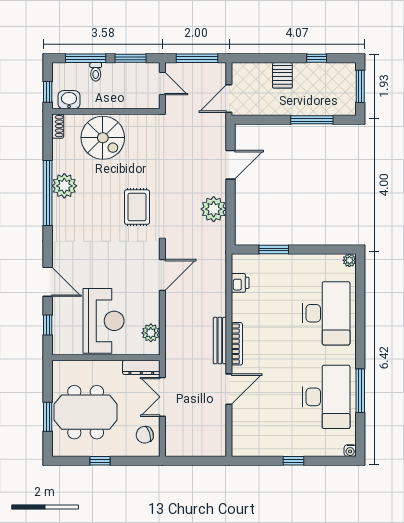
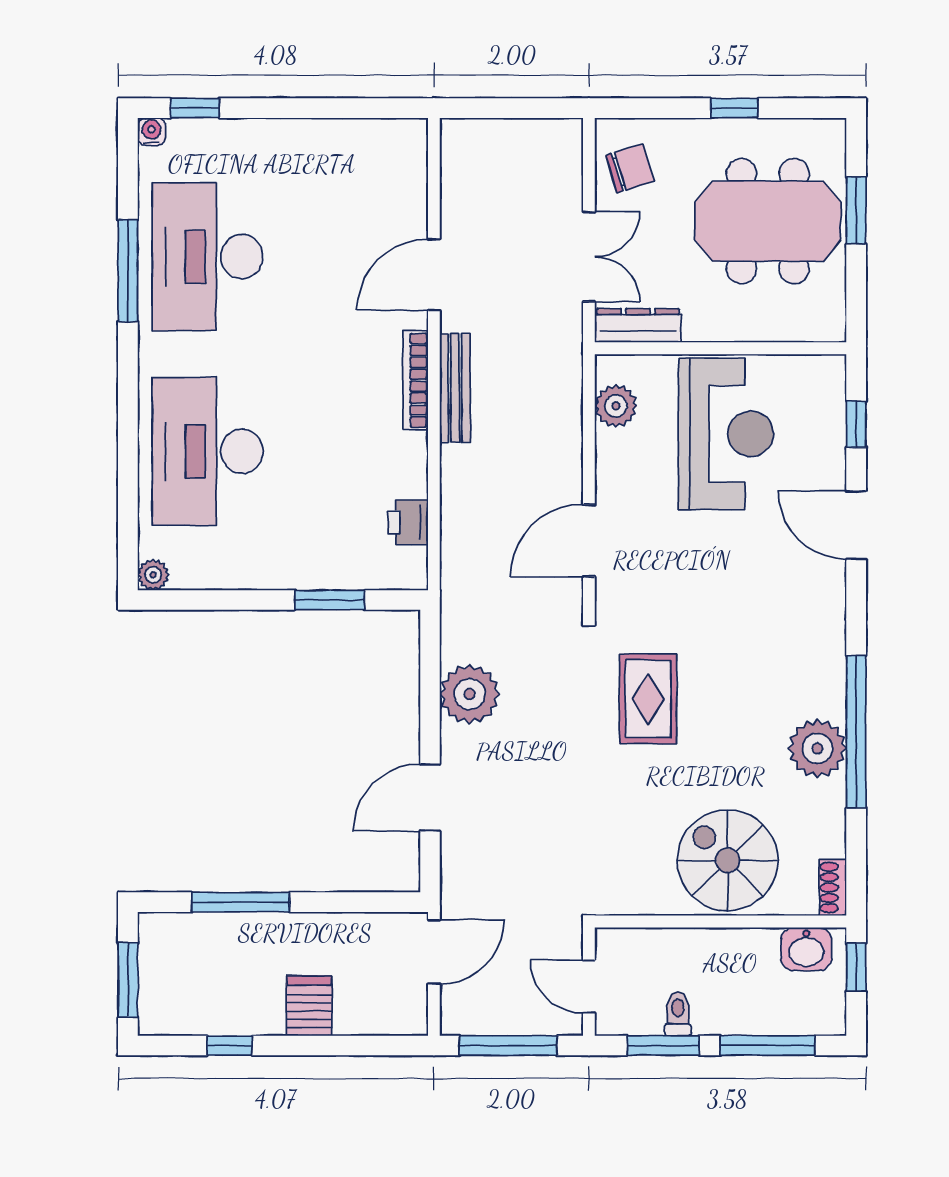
toilet: (96, 72) -> (678, 1014), moved
reception desk: (104, 321) -> (726, 434), turned 180
window: (293, 461) -> (195, 108), moved

